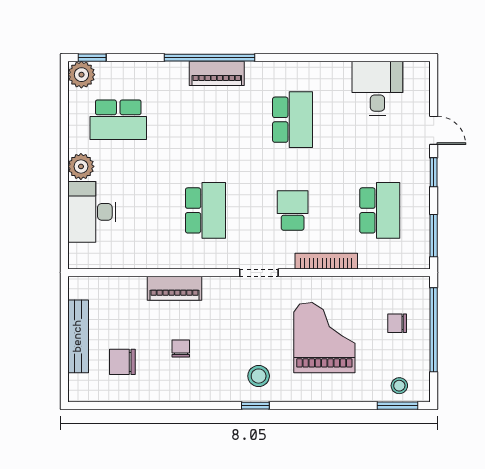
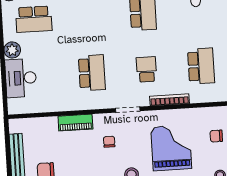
chair: (181, 349) -> (109, 142), moved

